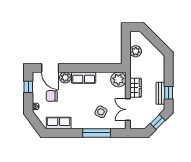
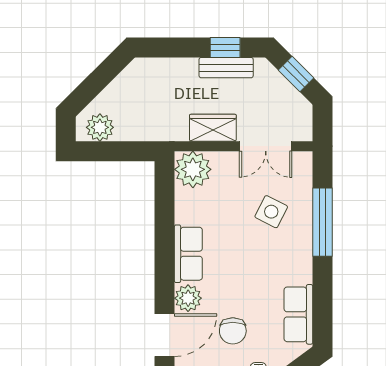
plant: (136, 51) -> (100, 127), moved

